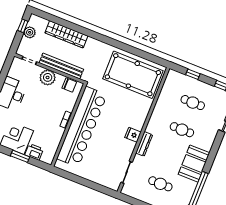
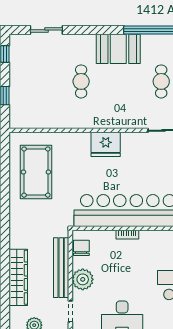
pool table: (133, 75) -> (36, 172), width x0.73, depth x0.76
cafe table: (193, 103) -> (41, 81), removed
fridge: (133, 135) -> (106, 144), width x1.88, depth x1.34
dresser: (144, 144) -> (119, 122), removed

